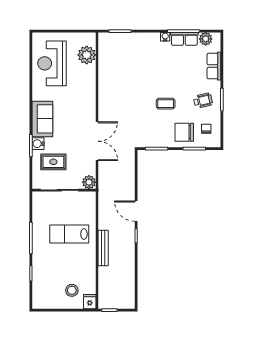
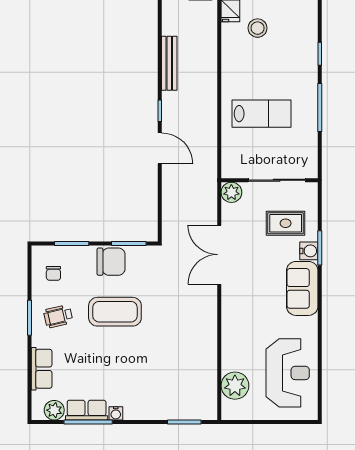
coffee table: (166, 104) -> (115, 312), width x1.86, depth x1.72
chair: (184, 132) -> (111, 262), moved
bench: (103, 248) -> (169, 63), moved

